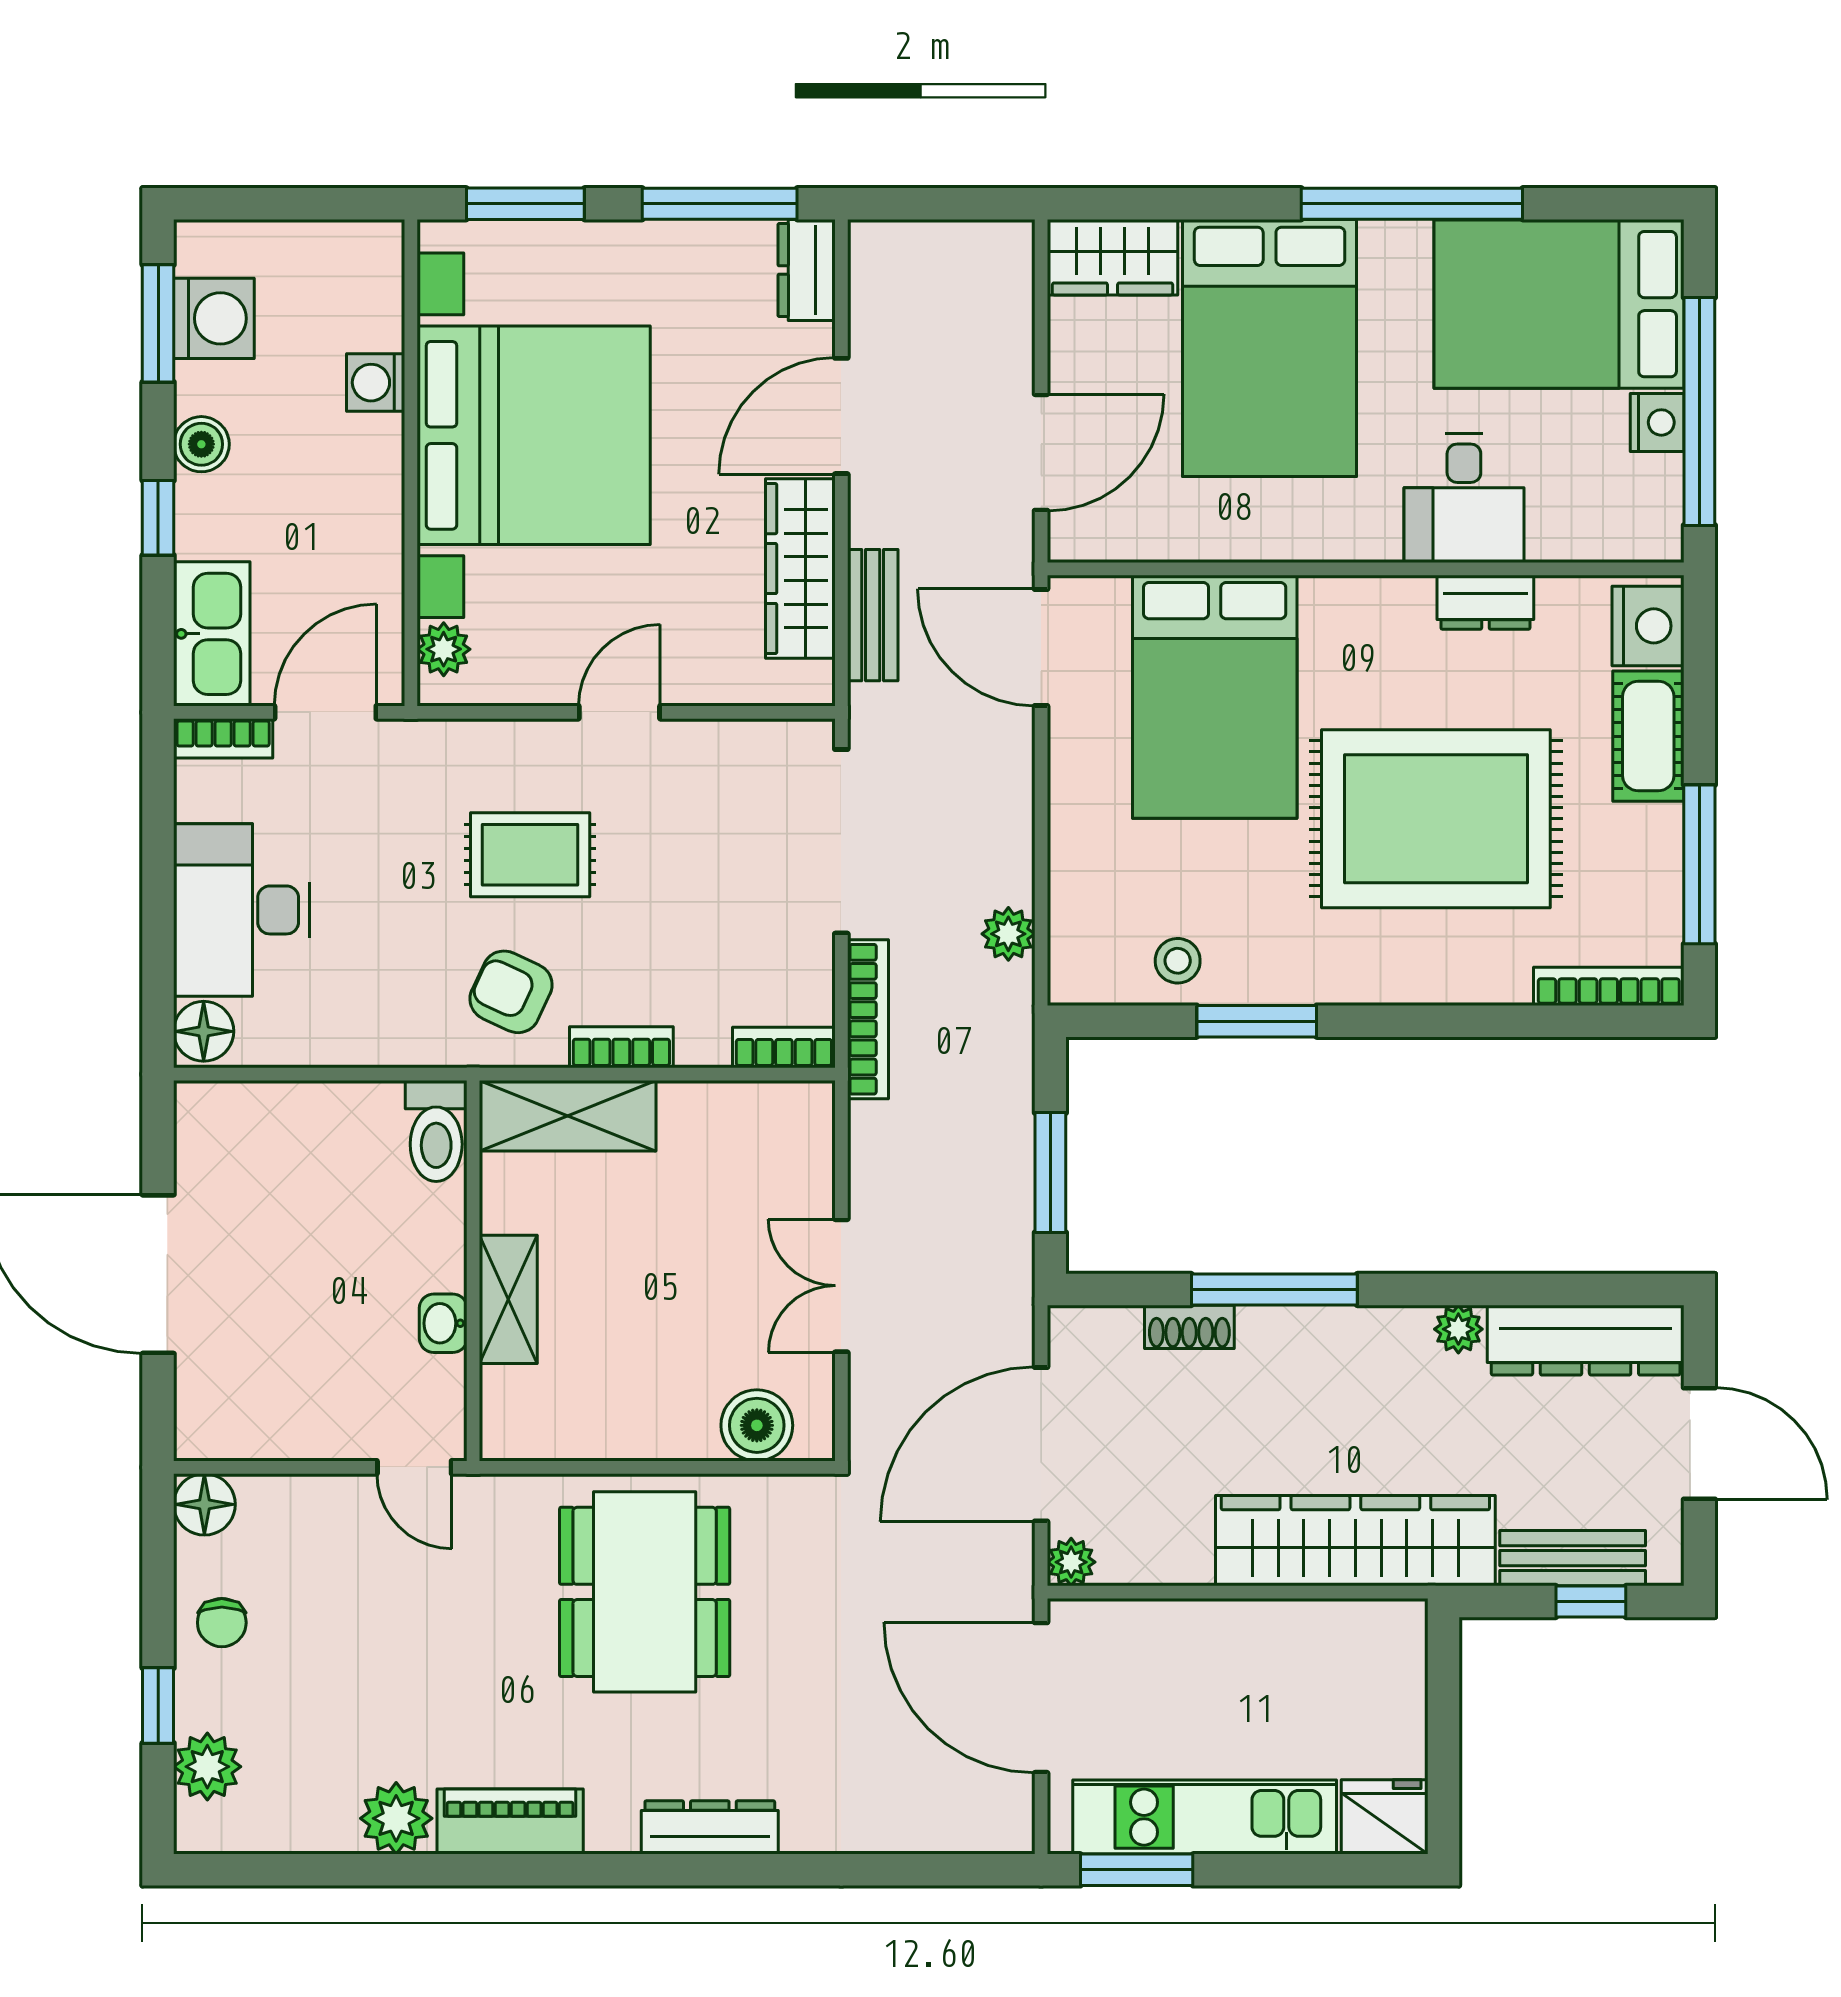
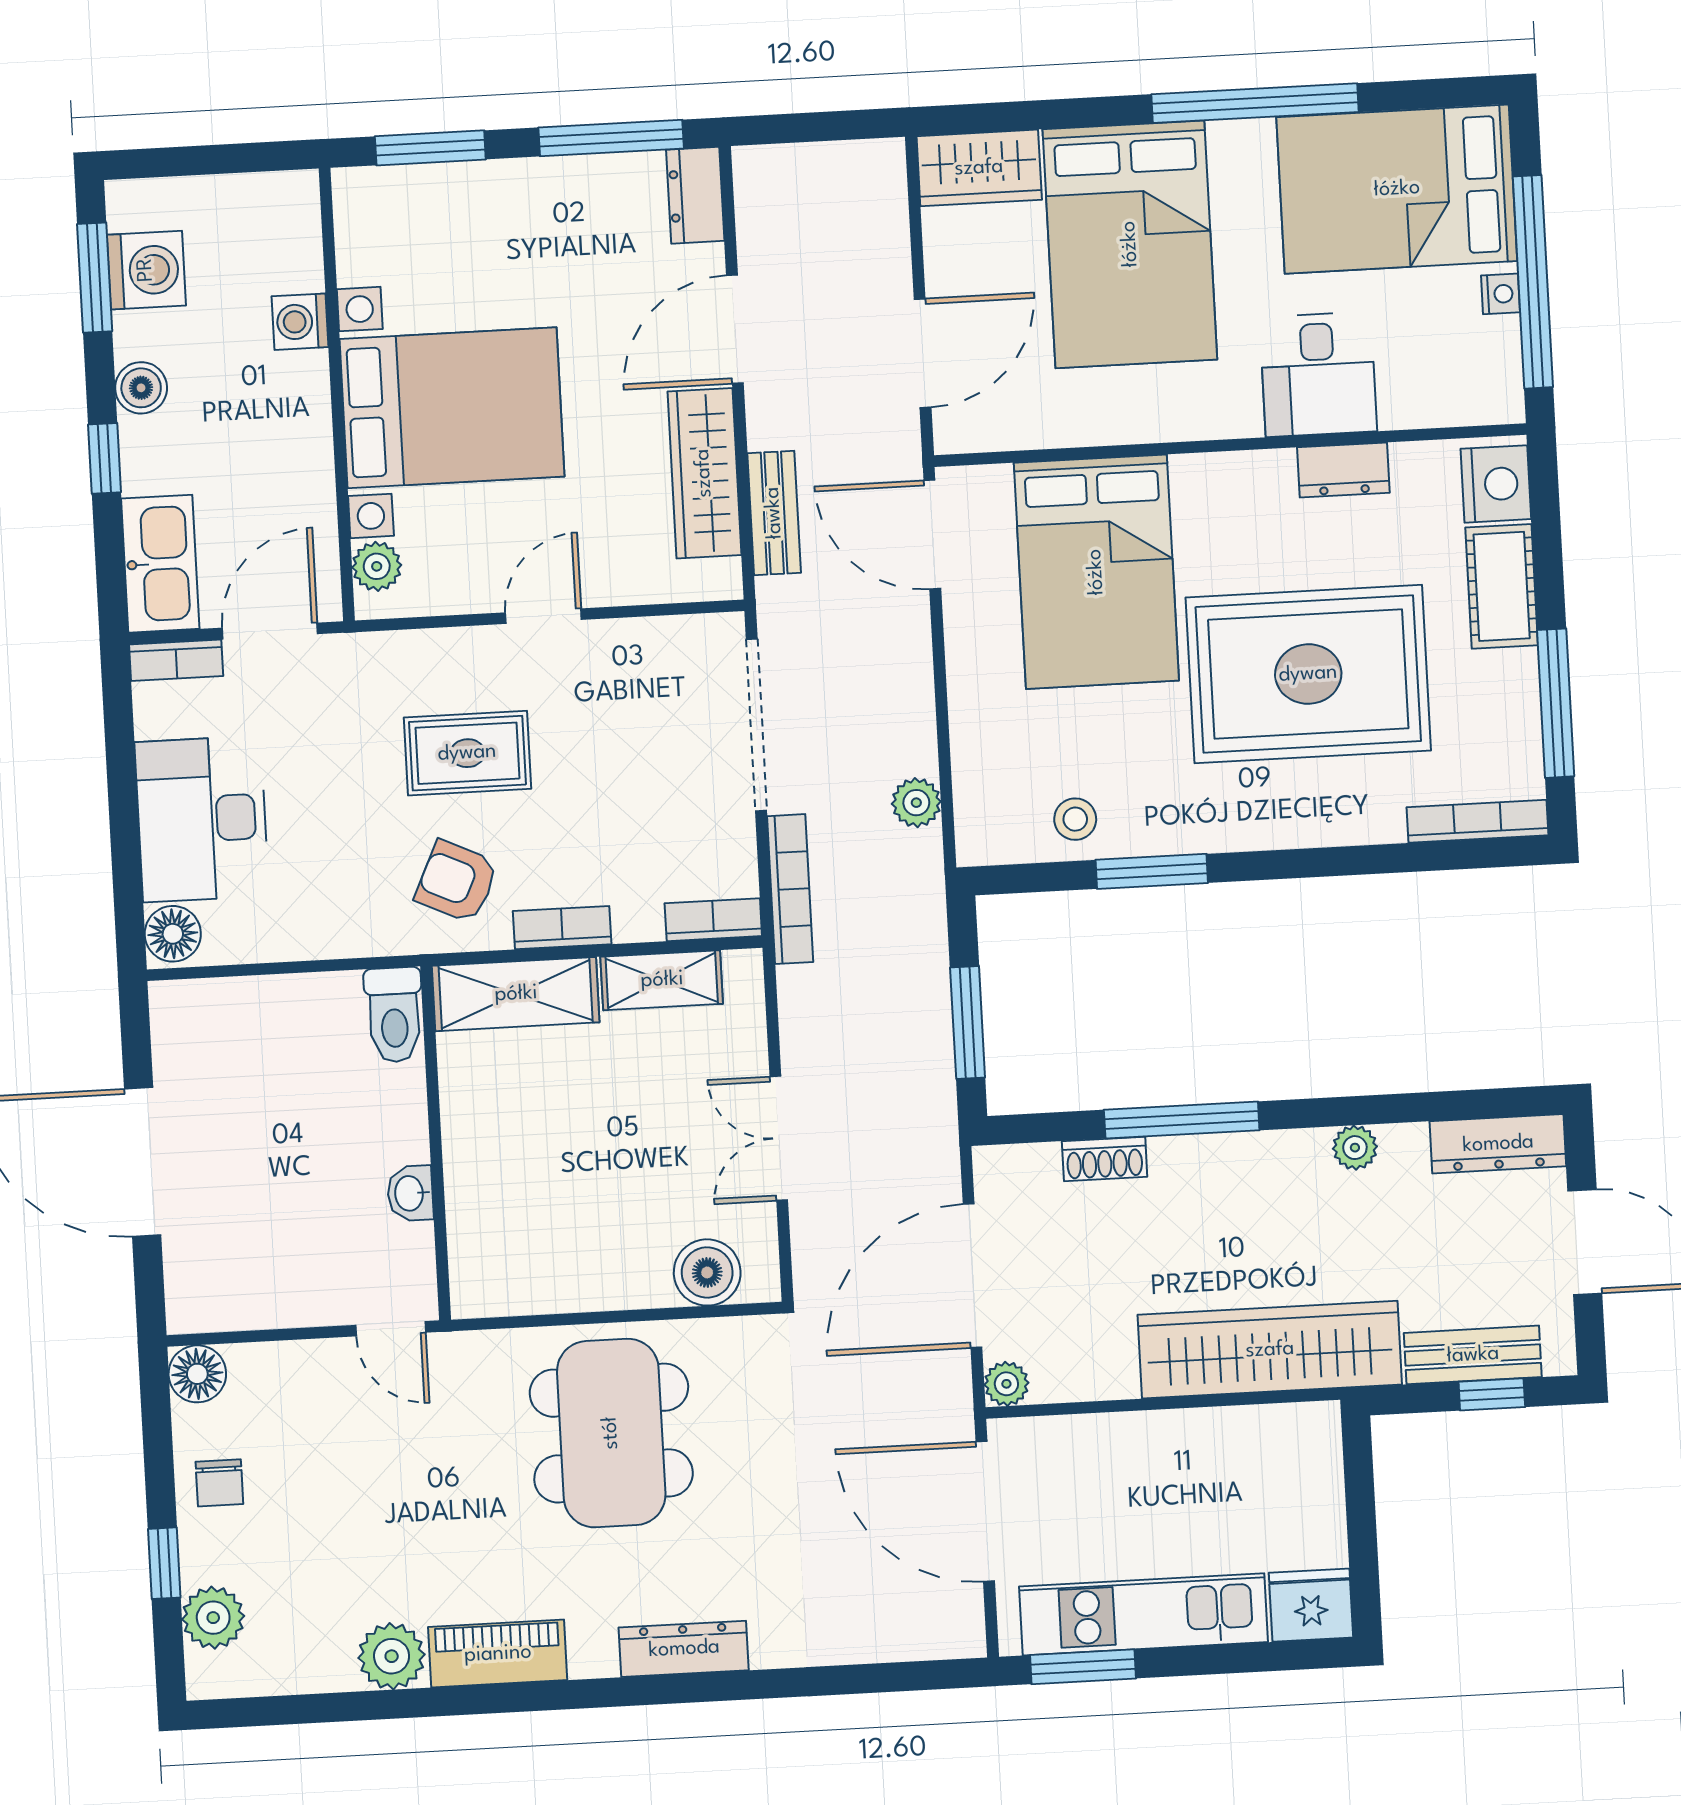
nightstand: (1657, 422) -> (1500, 294), width x0.72, depth x0.74
bed with nightstands: (534, 435) -> (452, 408), width x0.73
shelving: (508, 1299) -> (662, 980), moved, turned 90
dresser: (1586, 1340) -> (1498, 1144), width x0.73, depth x0.80

